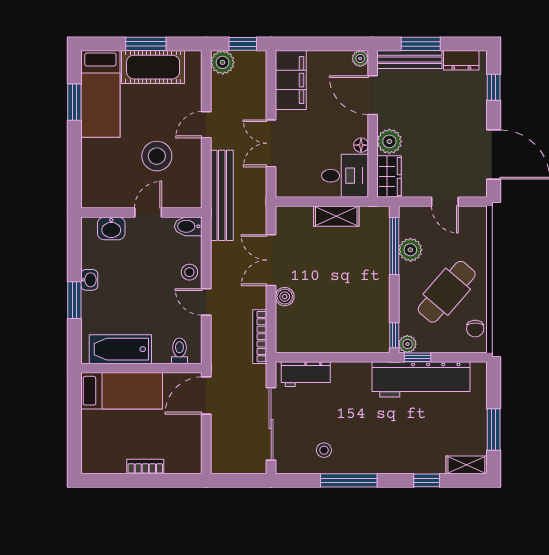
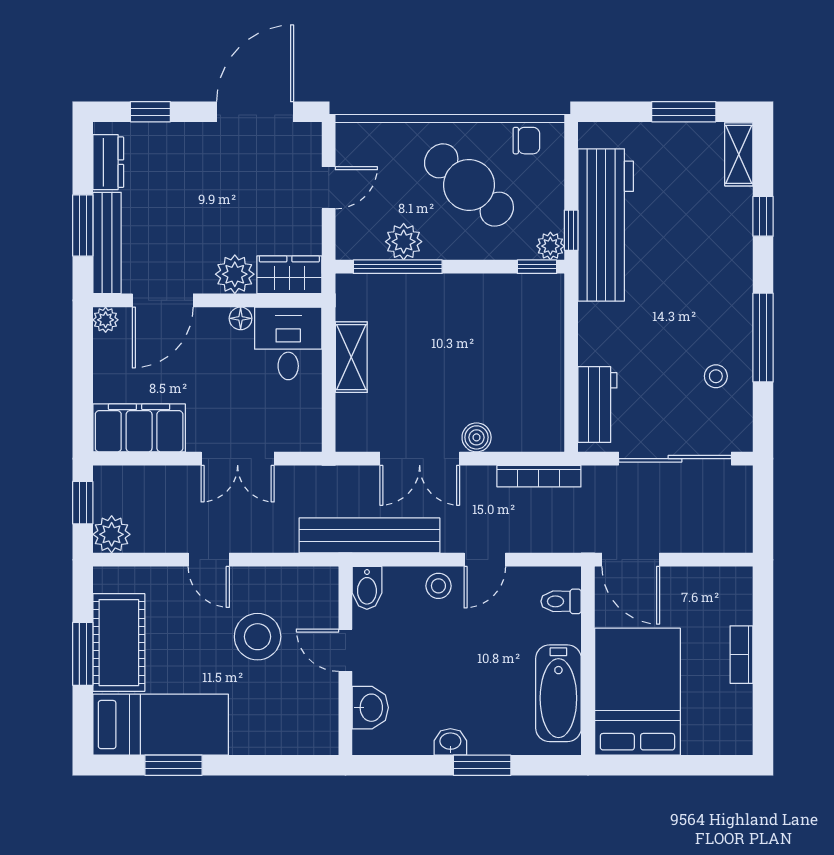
bench: (222, 195) -> (369, 535), moved
bed: (122, 391) -> (637, 692), width x1.50

